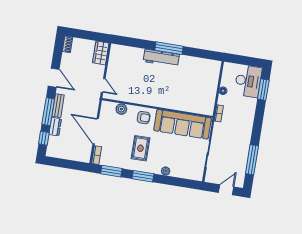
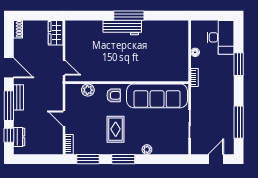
window: (263, 90) -> (239, 64), moved
dresser: (55, 127) -> (19, 137), moved
door: (96, 131) -> (64, 118), width x0.53

